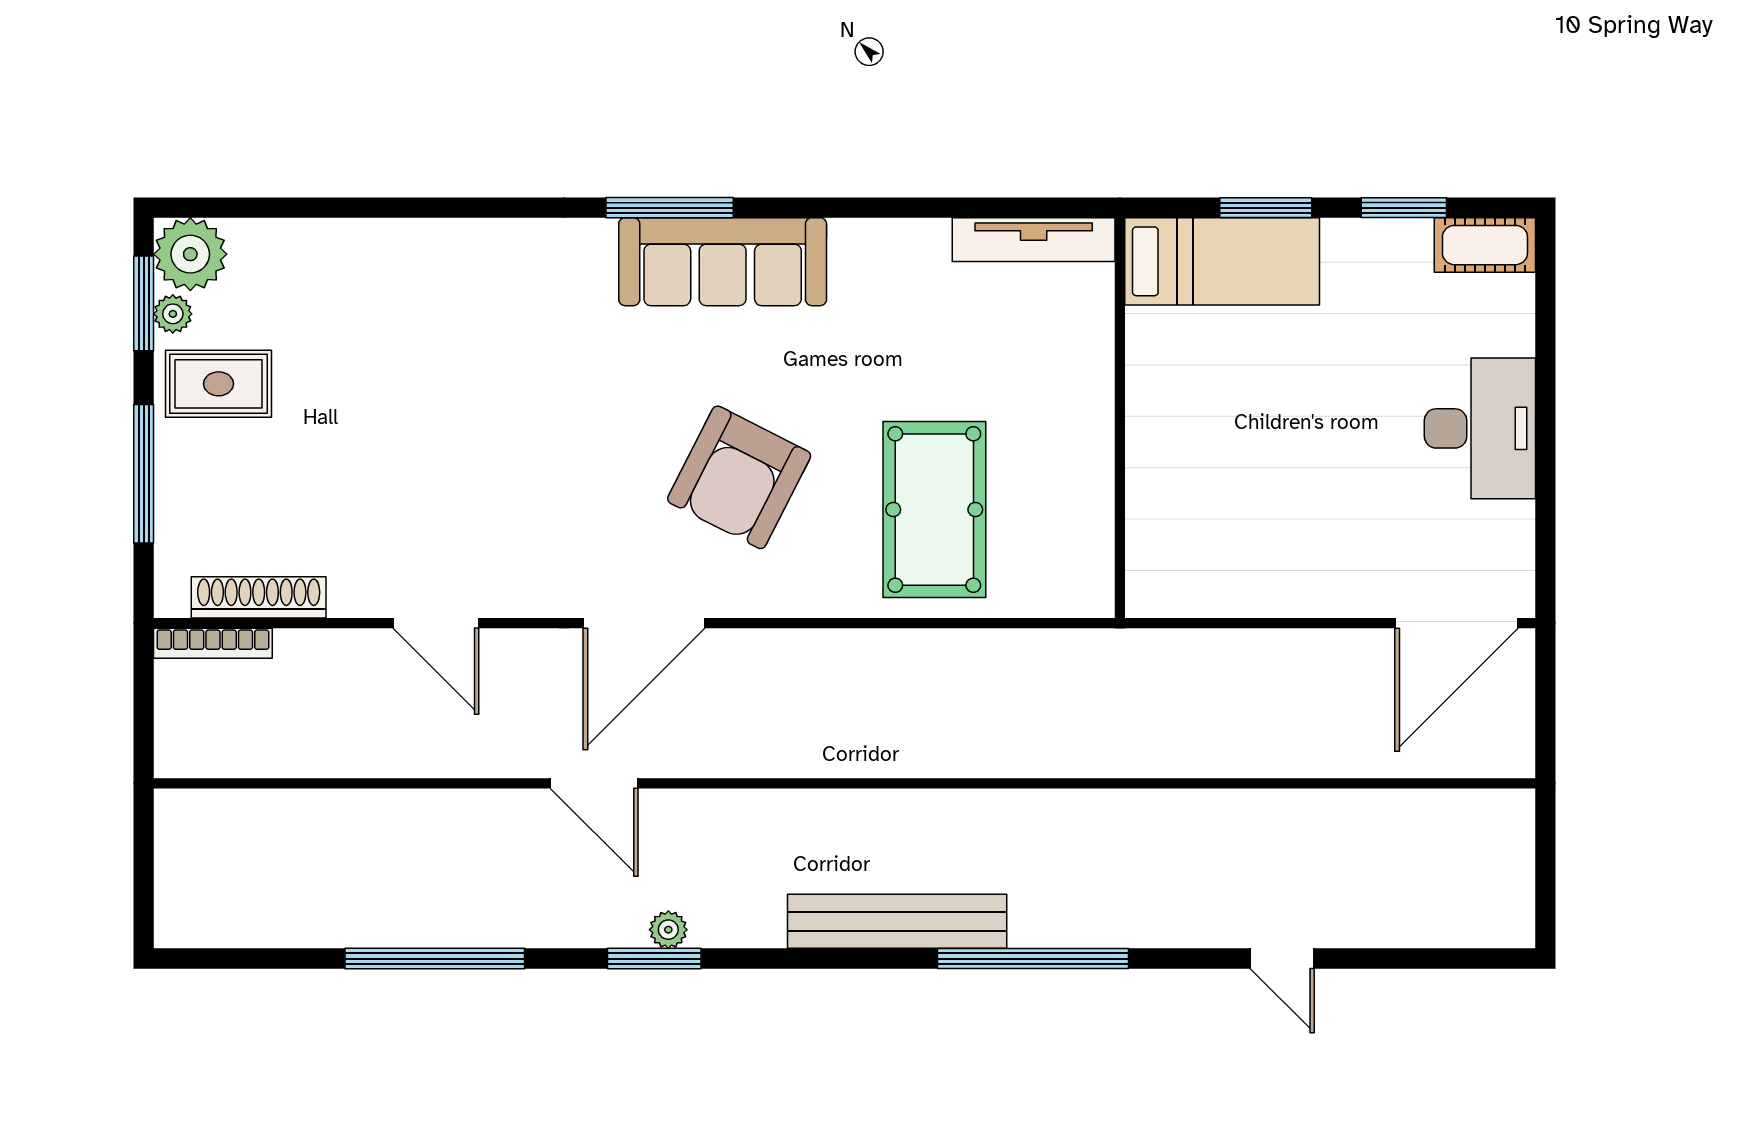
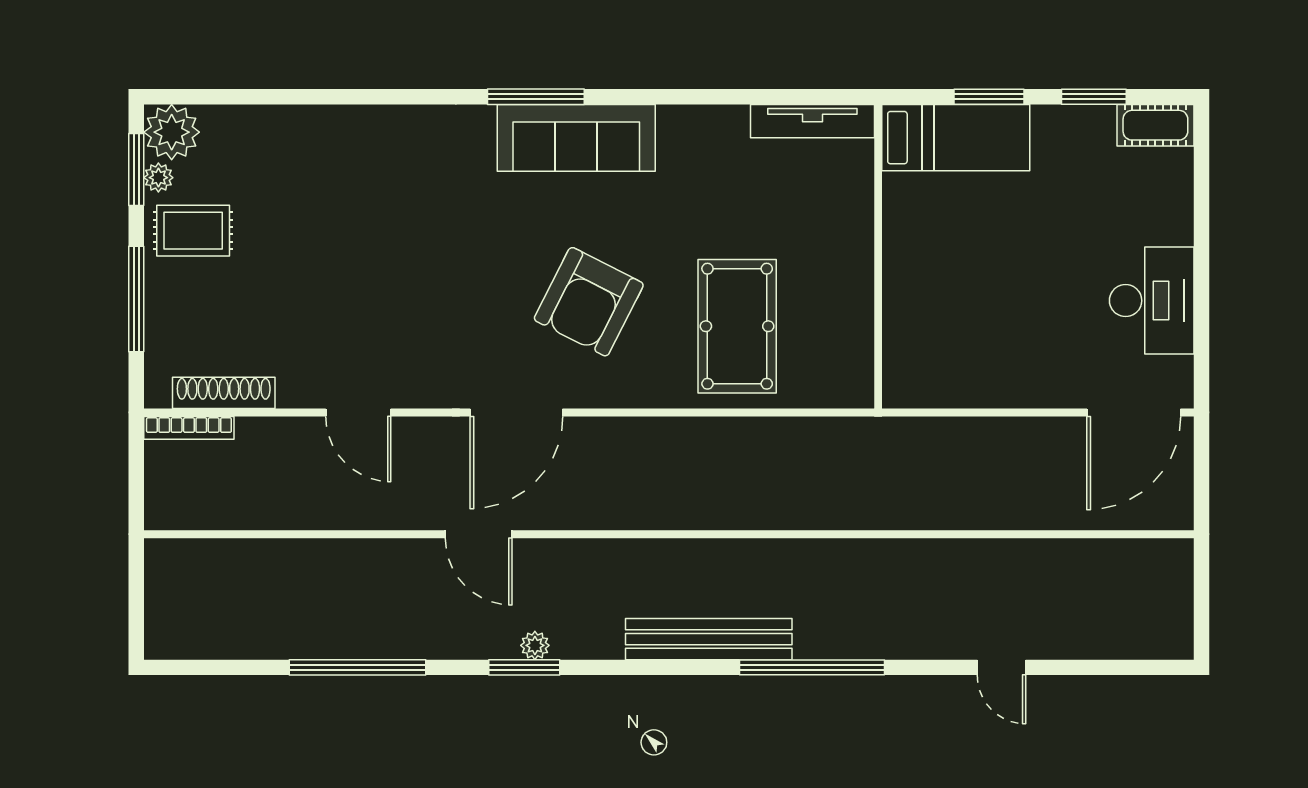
desk: (1480, 428) -> (1152, 301), moved

